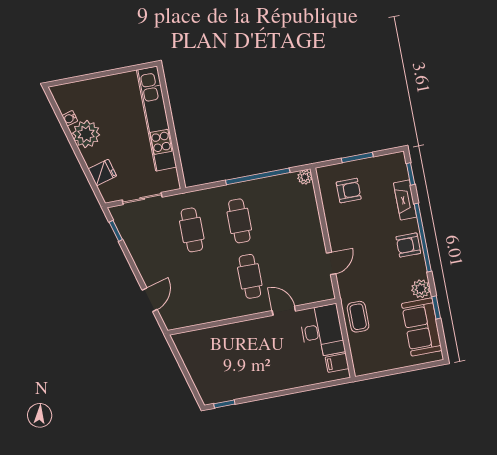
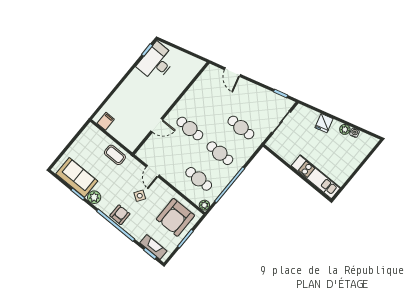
kitchen unit: (157, 119) -> (316, 177), width x0.73
plant: (86, 134) -> (345, 129), width x0.53, depth x0.53
fridge: (102, 173) -> (324, 123), moved
armchair: (349, 191) -> (175, 217), width x1.88, depth x1.88
fireplace: (405, 200) -> (153, 247), moved
cafe table: (287, 212) -> (199, 179), added
side table: (368, 248) -> (140, 196), added
desk: (322, 331) -> (156, 62), moved, turned 90

